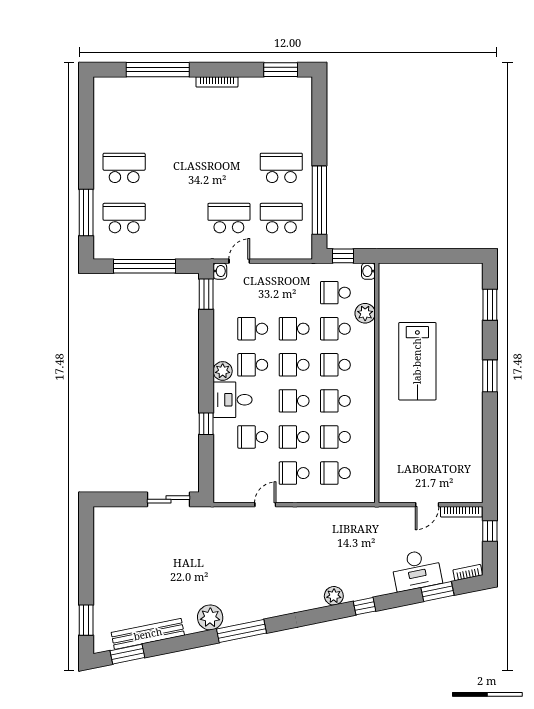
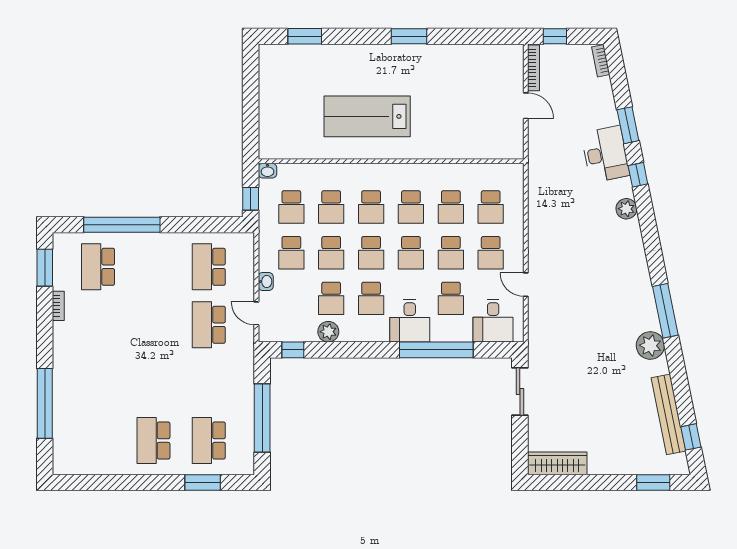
bookcase: (217, 82) -> (58, 306), moved, width x0.64
school desk: (281, 168) -> (98, 267), moved
window: (319, 200) -> (122, 225), moved
window: (86, 212) -> (203, 483), width x0.69
washbasin: (220, 271) -> (266, 282), moved, turned 90
school desk: (294, 293) -> (291, 253), added
window: (206, 294) -> (293, 350), width x0.67
plant: (365, 313) -> (314, 174), removed
lab bench: (417, 361) -> (367, 116), turned 180
plant: (223, 371) -> (328, 332), moved
window: (490, 376) -> (409, 36), moved
window: (206, 424) -> (436, 350), width x3.17
desk: (233, 475) -> (493, 321), added
wardrobe: (103, 533) -> (557, 463), added
desk: (416, 570) -> (605, 154), moved
window: (437, 591) -> (628, 125), moved
window: (127, 654) -> (691, 437), width x0.67

